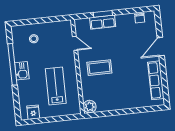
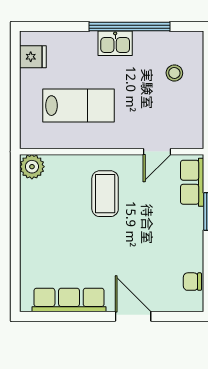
row of seats: (103, 22) -> (192, 182), moved

